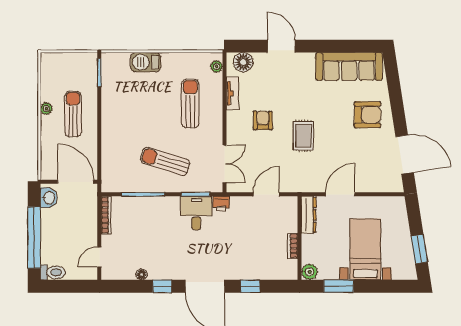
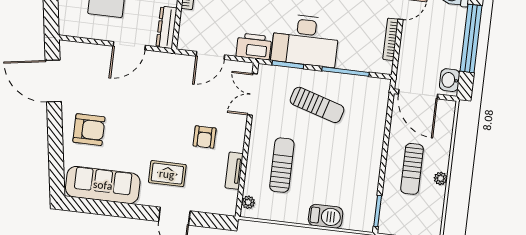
floor lamp: (243, 62) -> (218, 204), removed
sun lounger: (190, 103) -> (282, 165), turned 180
armchair: (367, 115) -> (89, 130), turned 180
rug: (303, 136) -> (167, 174), moved, turned 90
printer: (221, 204) -> (254, 46), width x1.87, depth x1.48
desk: (196, 213) -> (305, 40), width x1.87, depth x1.30
bookcase: (106, 215) -> (391, 39), moved

